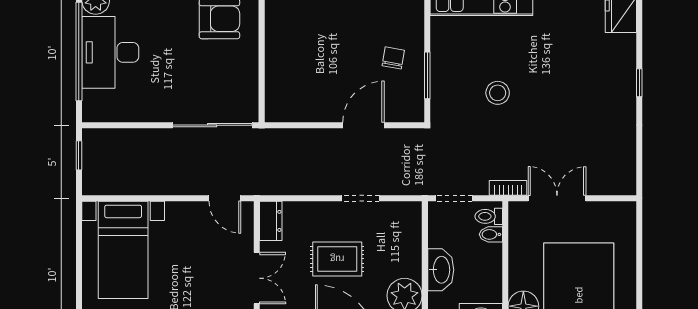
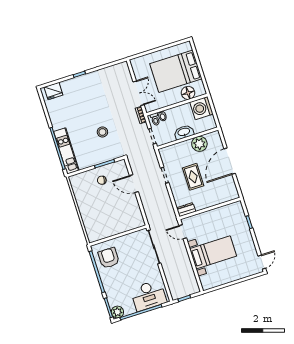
desk: (110, 52) -> (148, 295), moved
door: (225, 198) -> (183, 232), swing flipped
double door: (557, 198) -> (139, 93), swing flipped
bed with nightstands: (123, 250) -> (213, 252), moved
double door: (257, 278) -> (212, 208), removed

